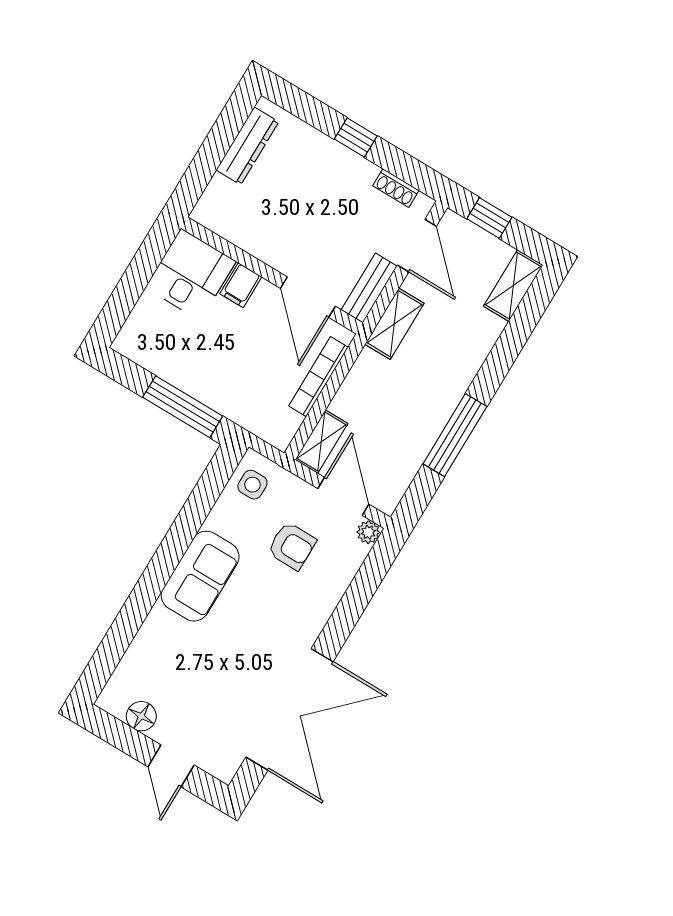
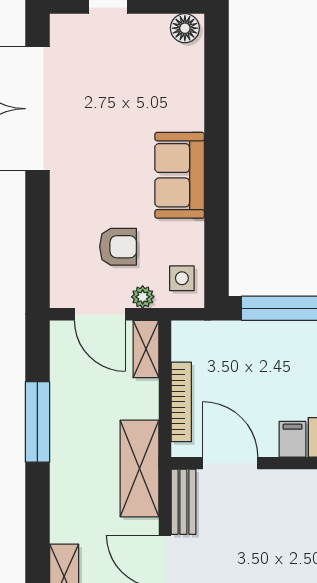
shelving: (394, 324) -> (140, 469), width x1.50, depth x1.33
plant: (368, 532) -> (143, 297), moved
armchair: (292, 546) -> (118, 247), turned 180
floor lamp: (141, 716) -> (185, 28), moved

